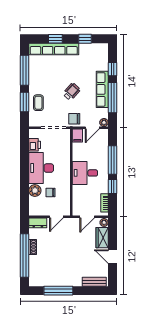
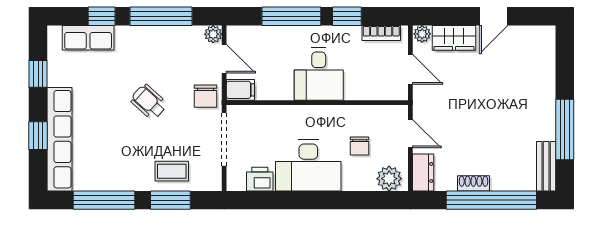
row of seats: (102, 89) -> (88, 38), moved, width x0.68
plant: (35, 191) -> (389, 179), moved
bench: (94, 282) -> (546, 166), moved

